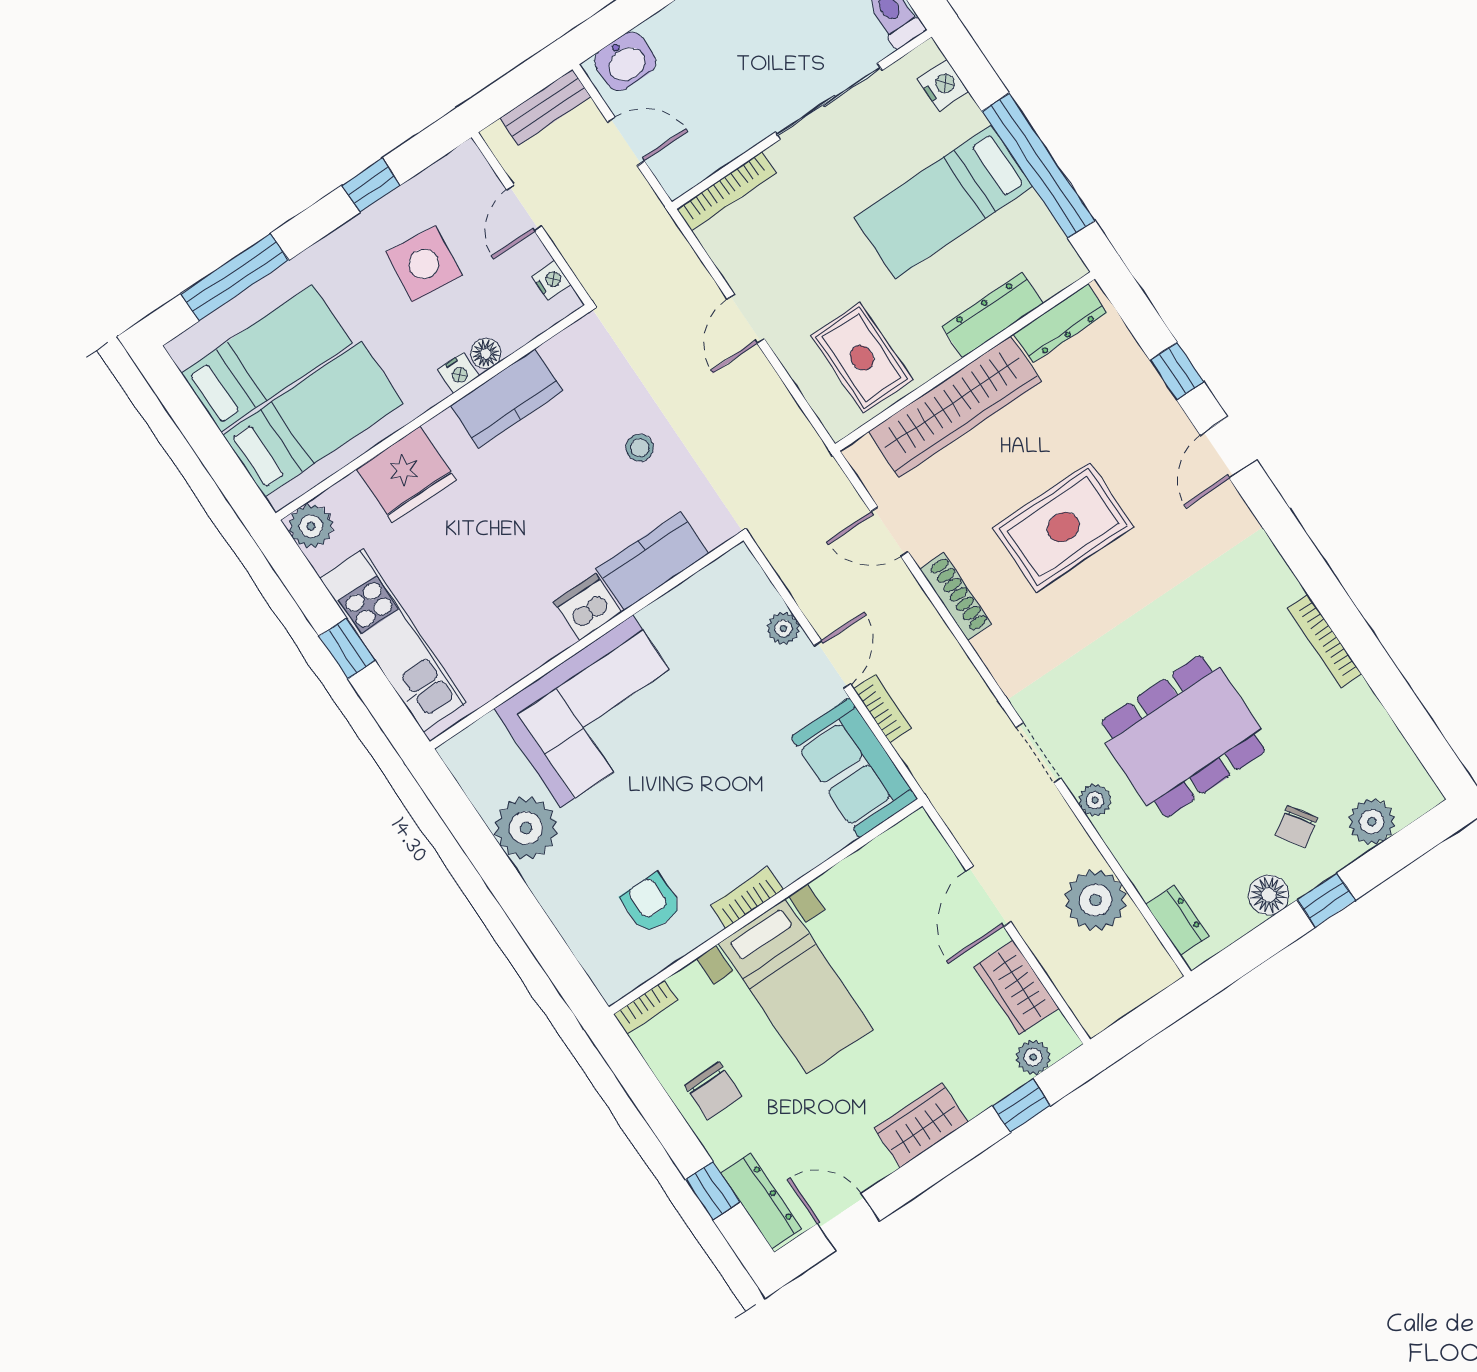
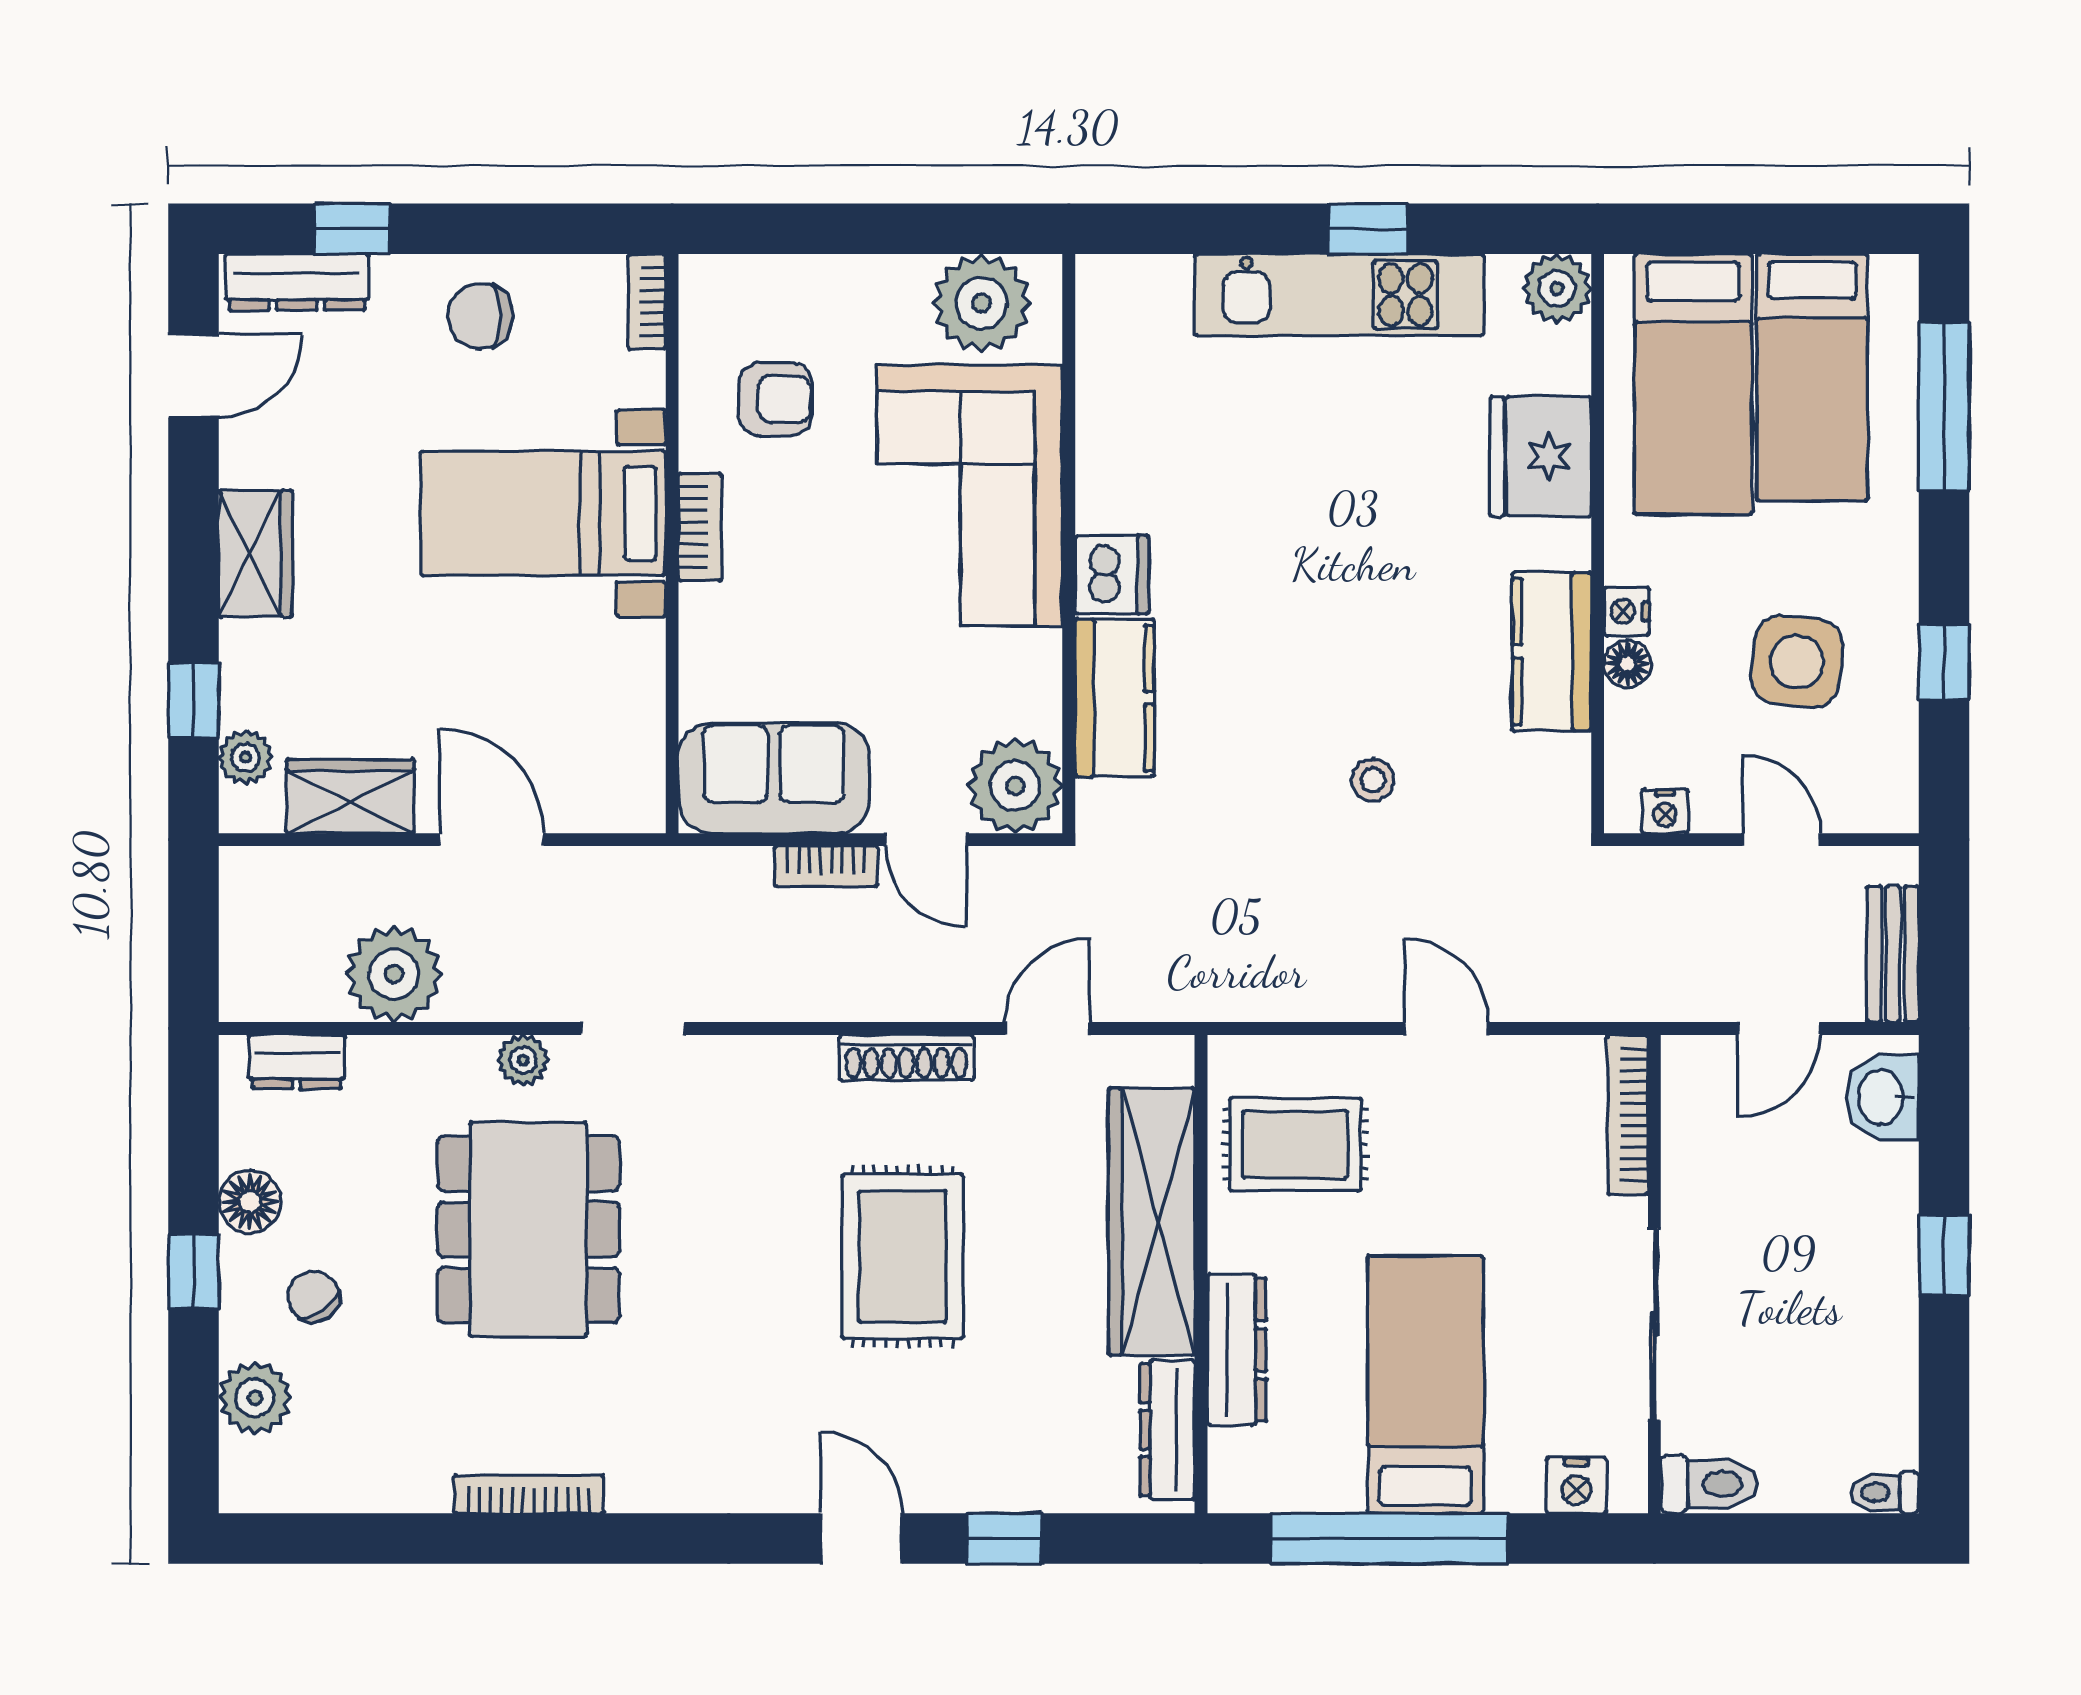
kitchen counter: (652, 561) -> (1115, 698), moved
dishwasher: (588, 607) -> (1112, 575), moved
plant: (783, 628) -> (1015, 786), width x1.87, depth x1.87
wall: (587, 641) -> (1069, 544), moved
corner sofa: (597, 711) -> (970, 495), moved

